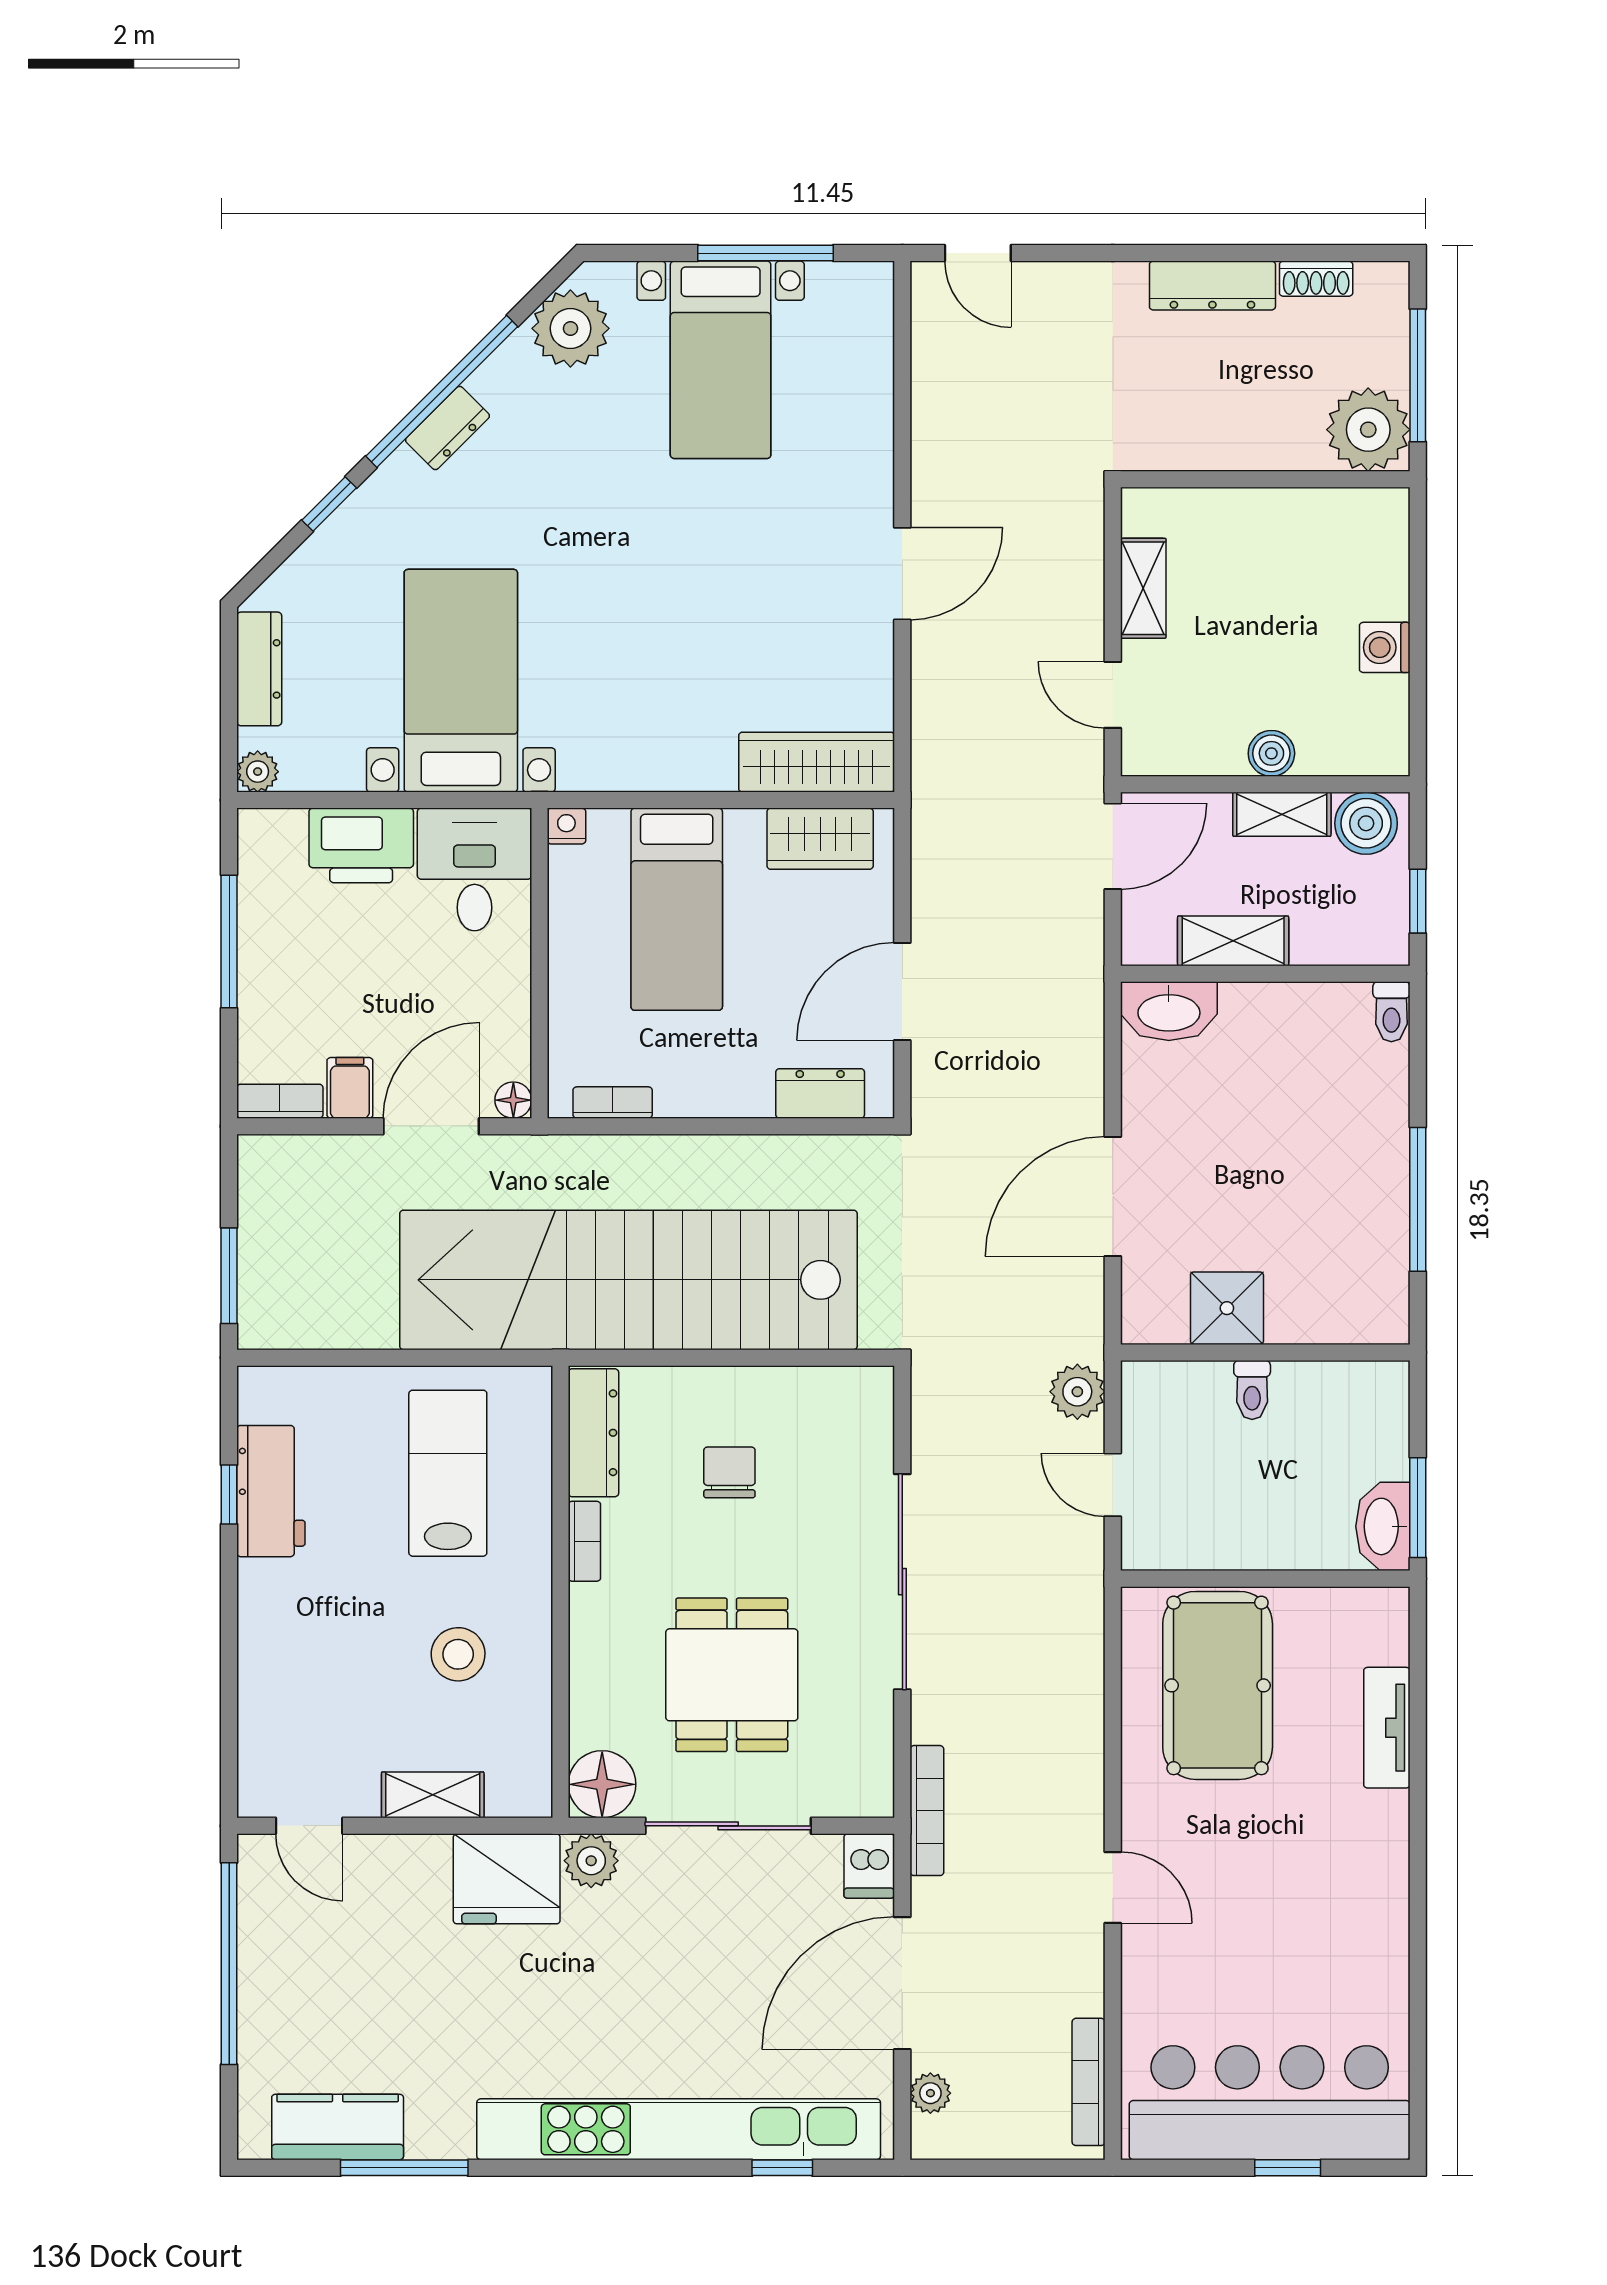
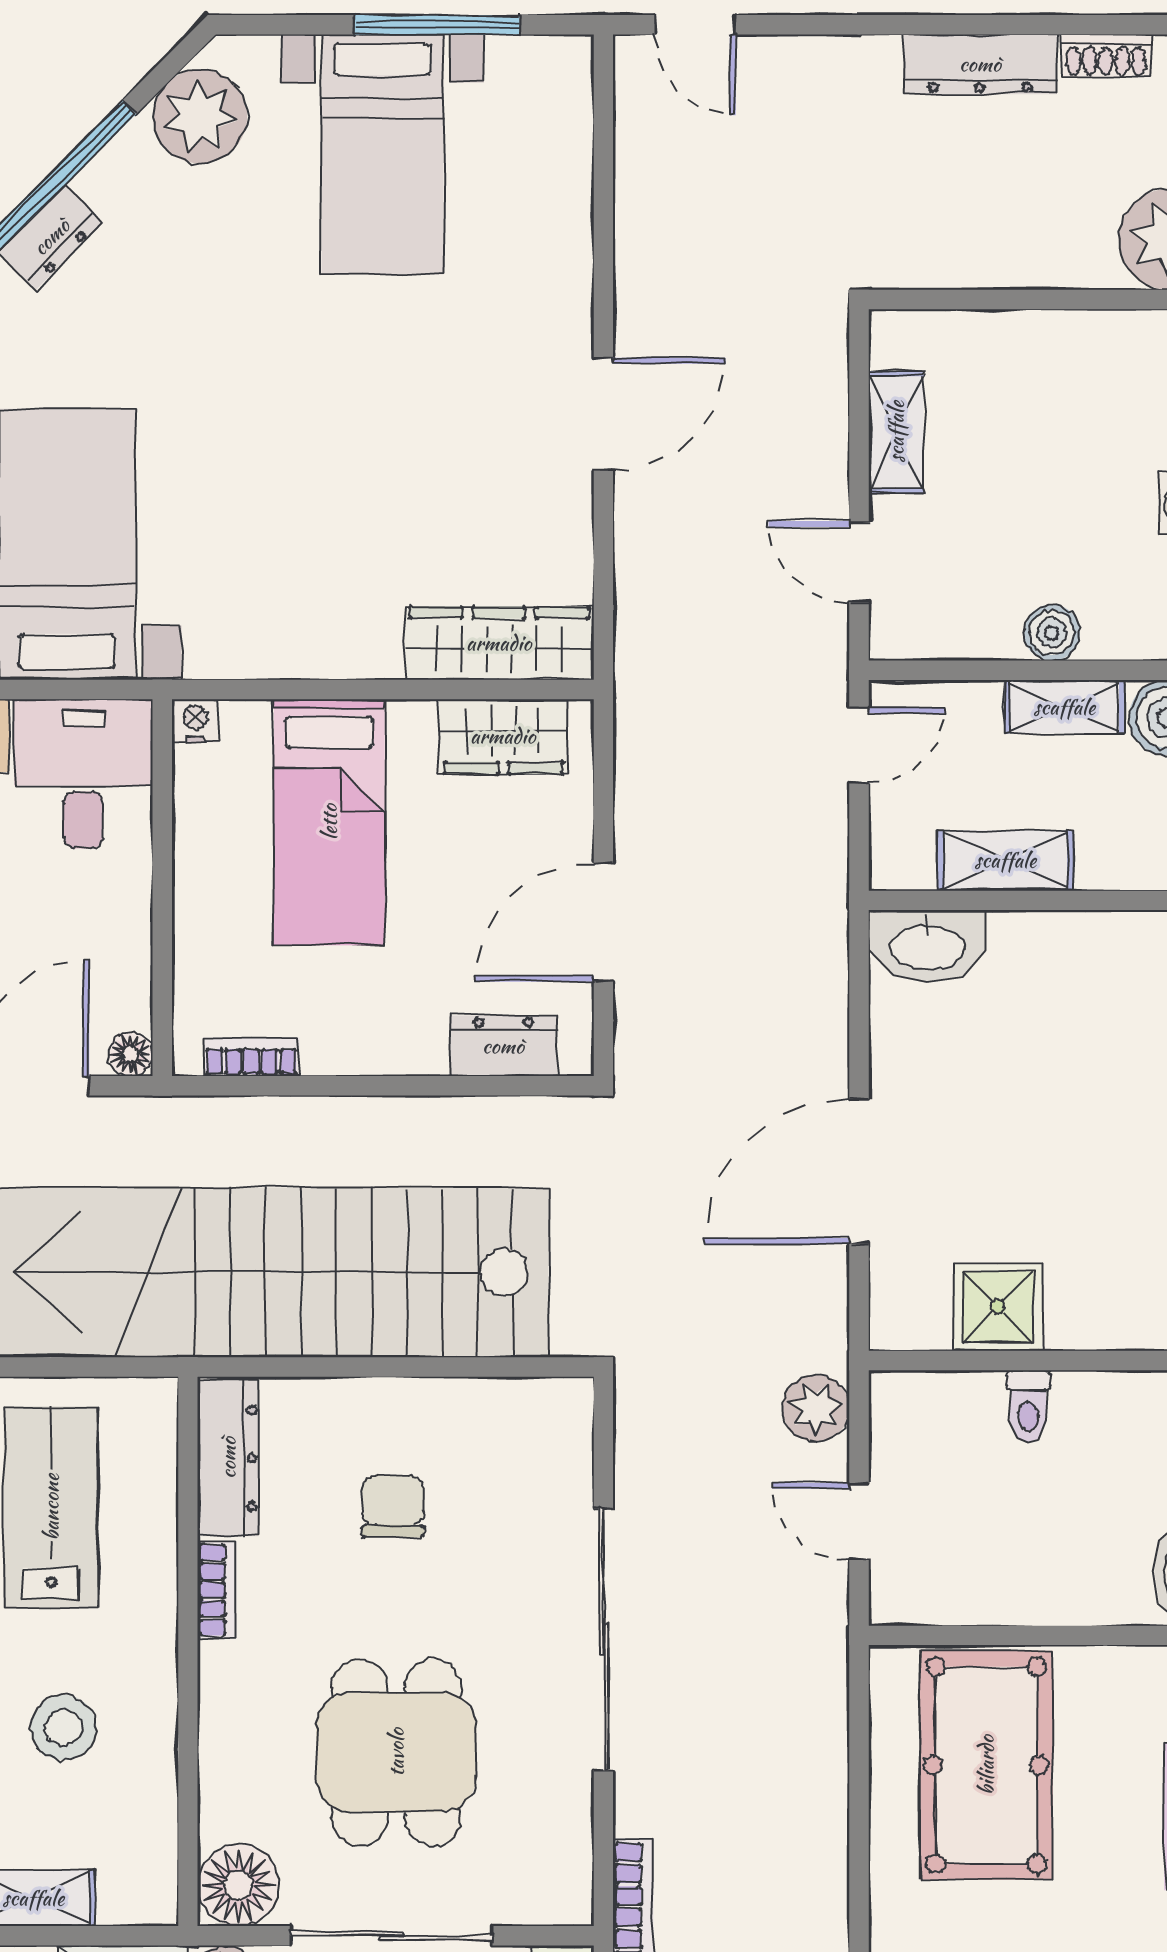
door: (1113, 846) -> (859, 745), width x0.73

